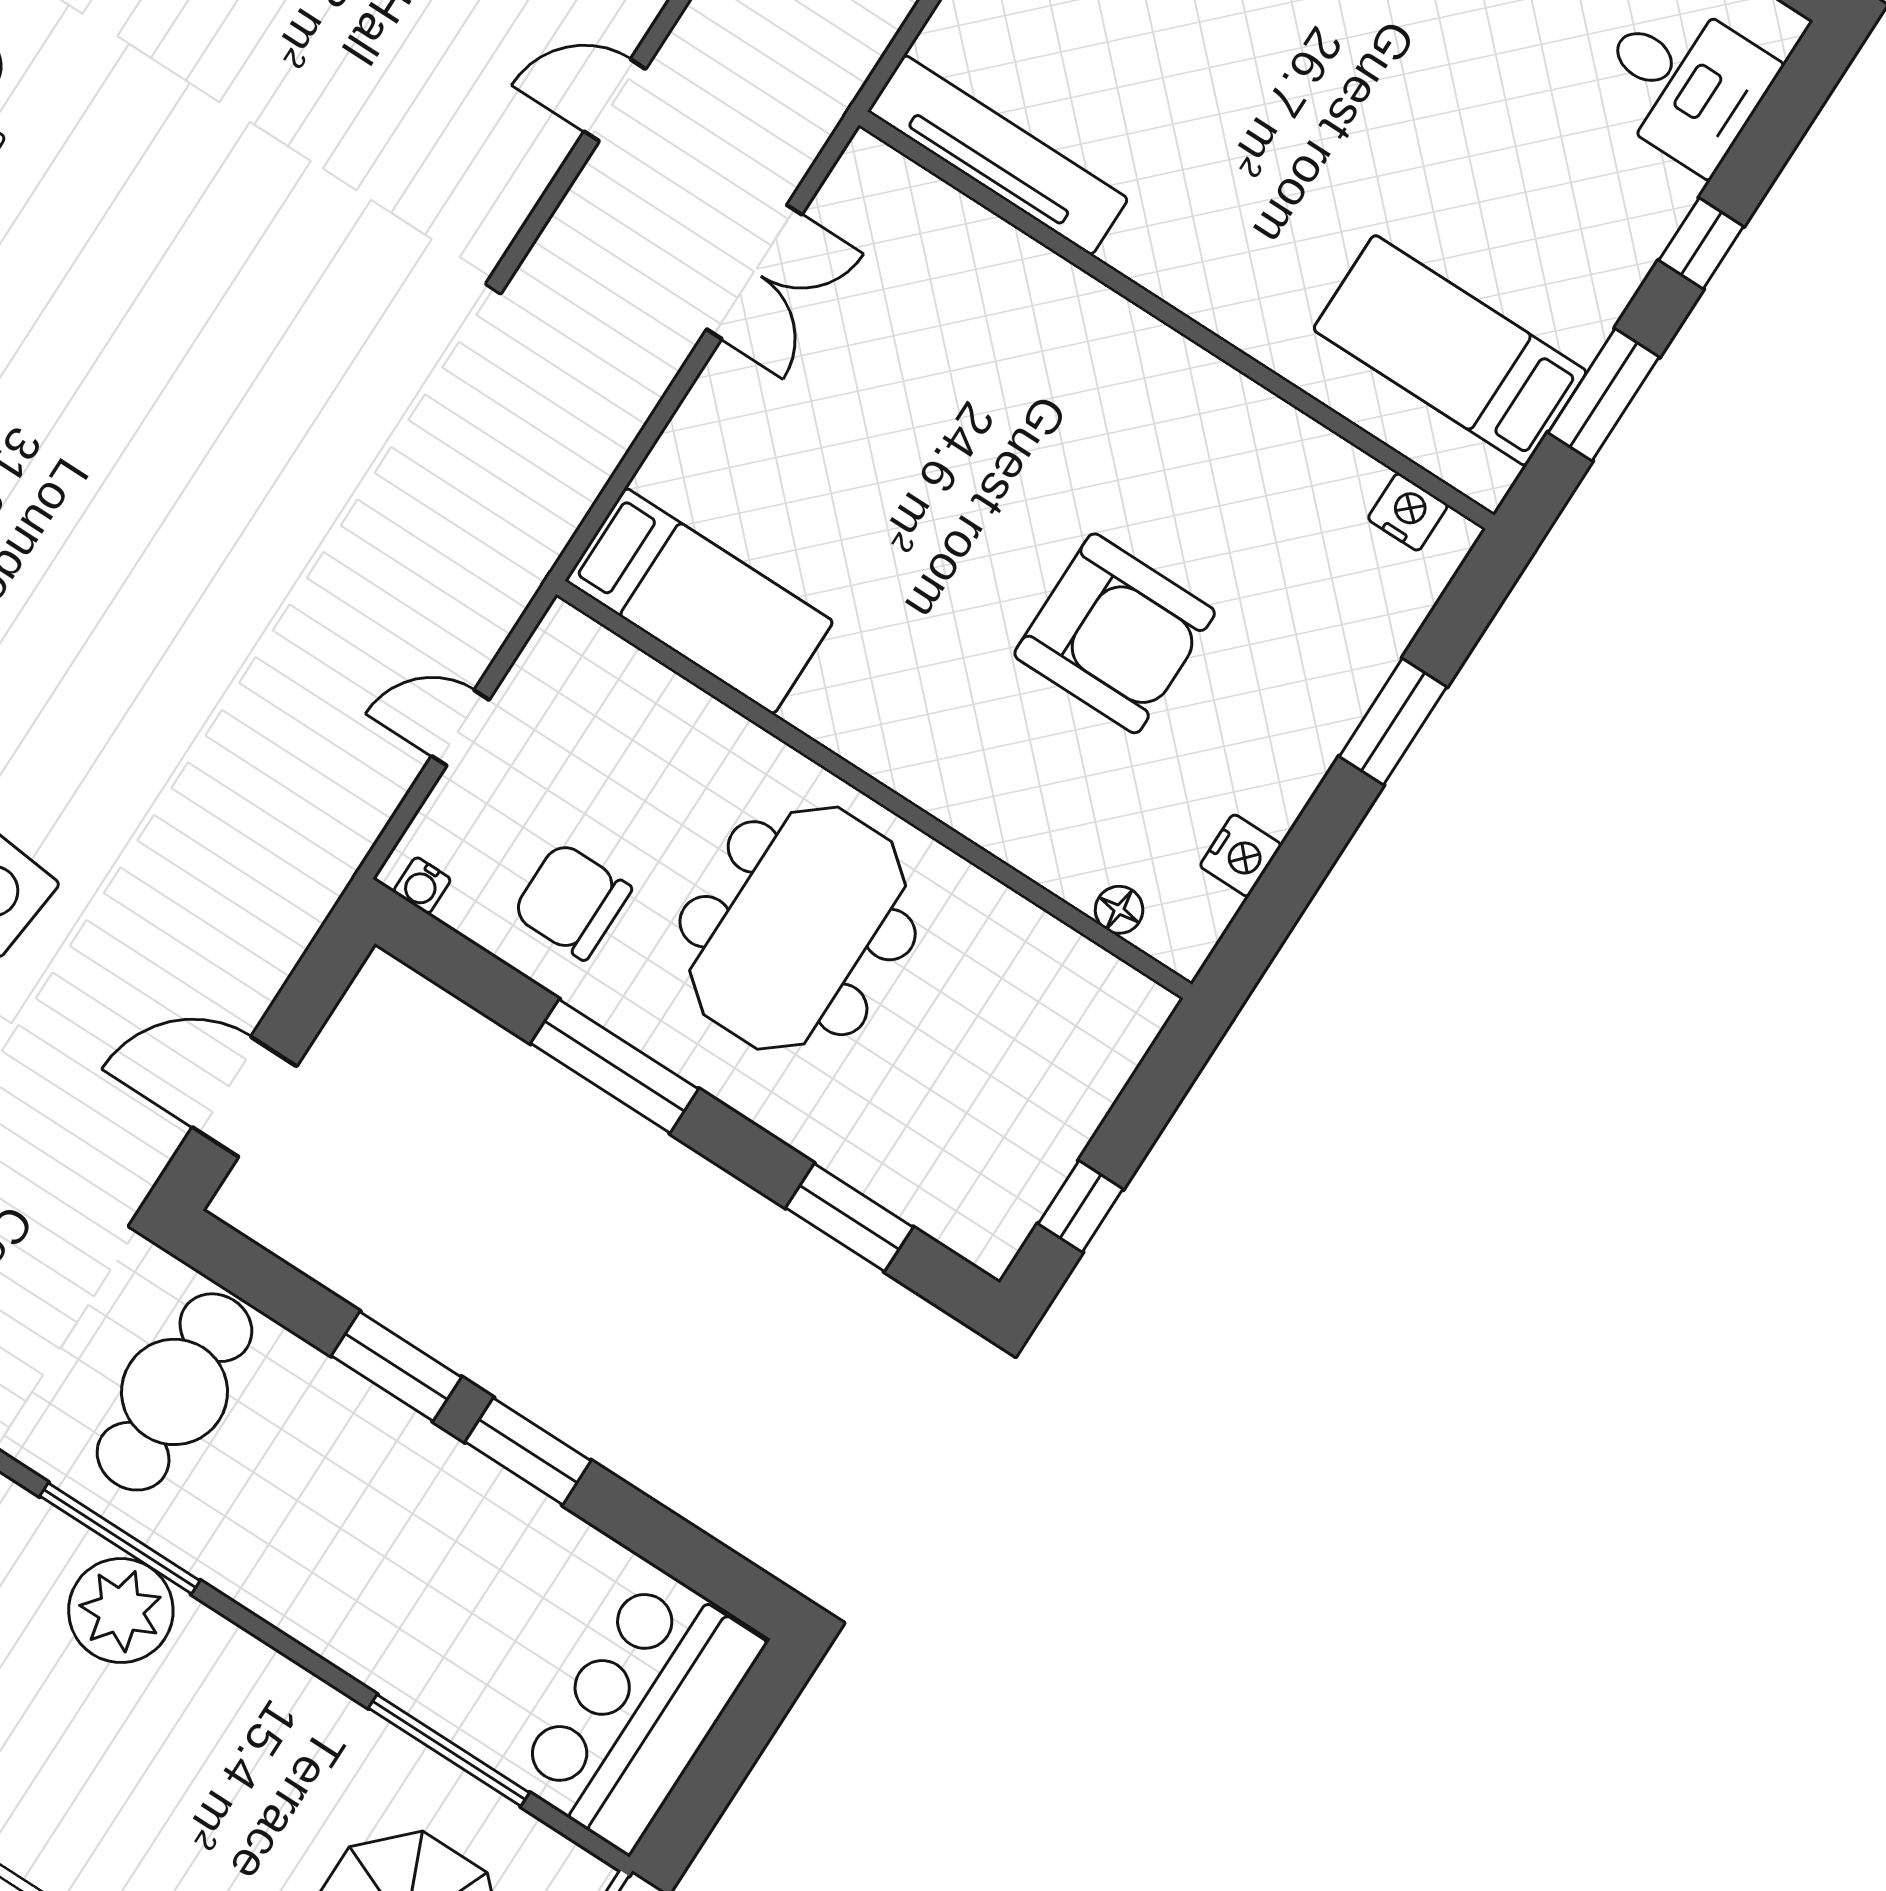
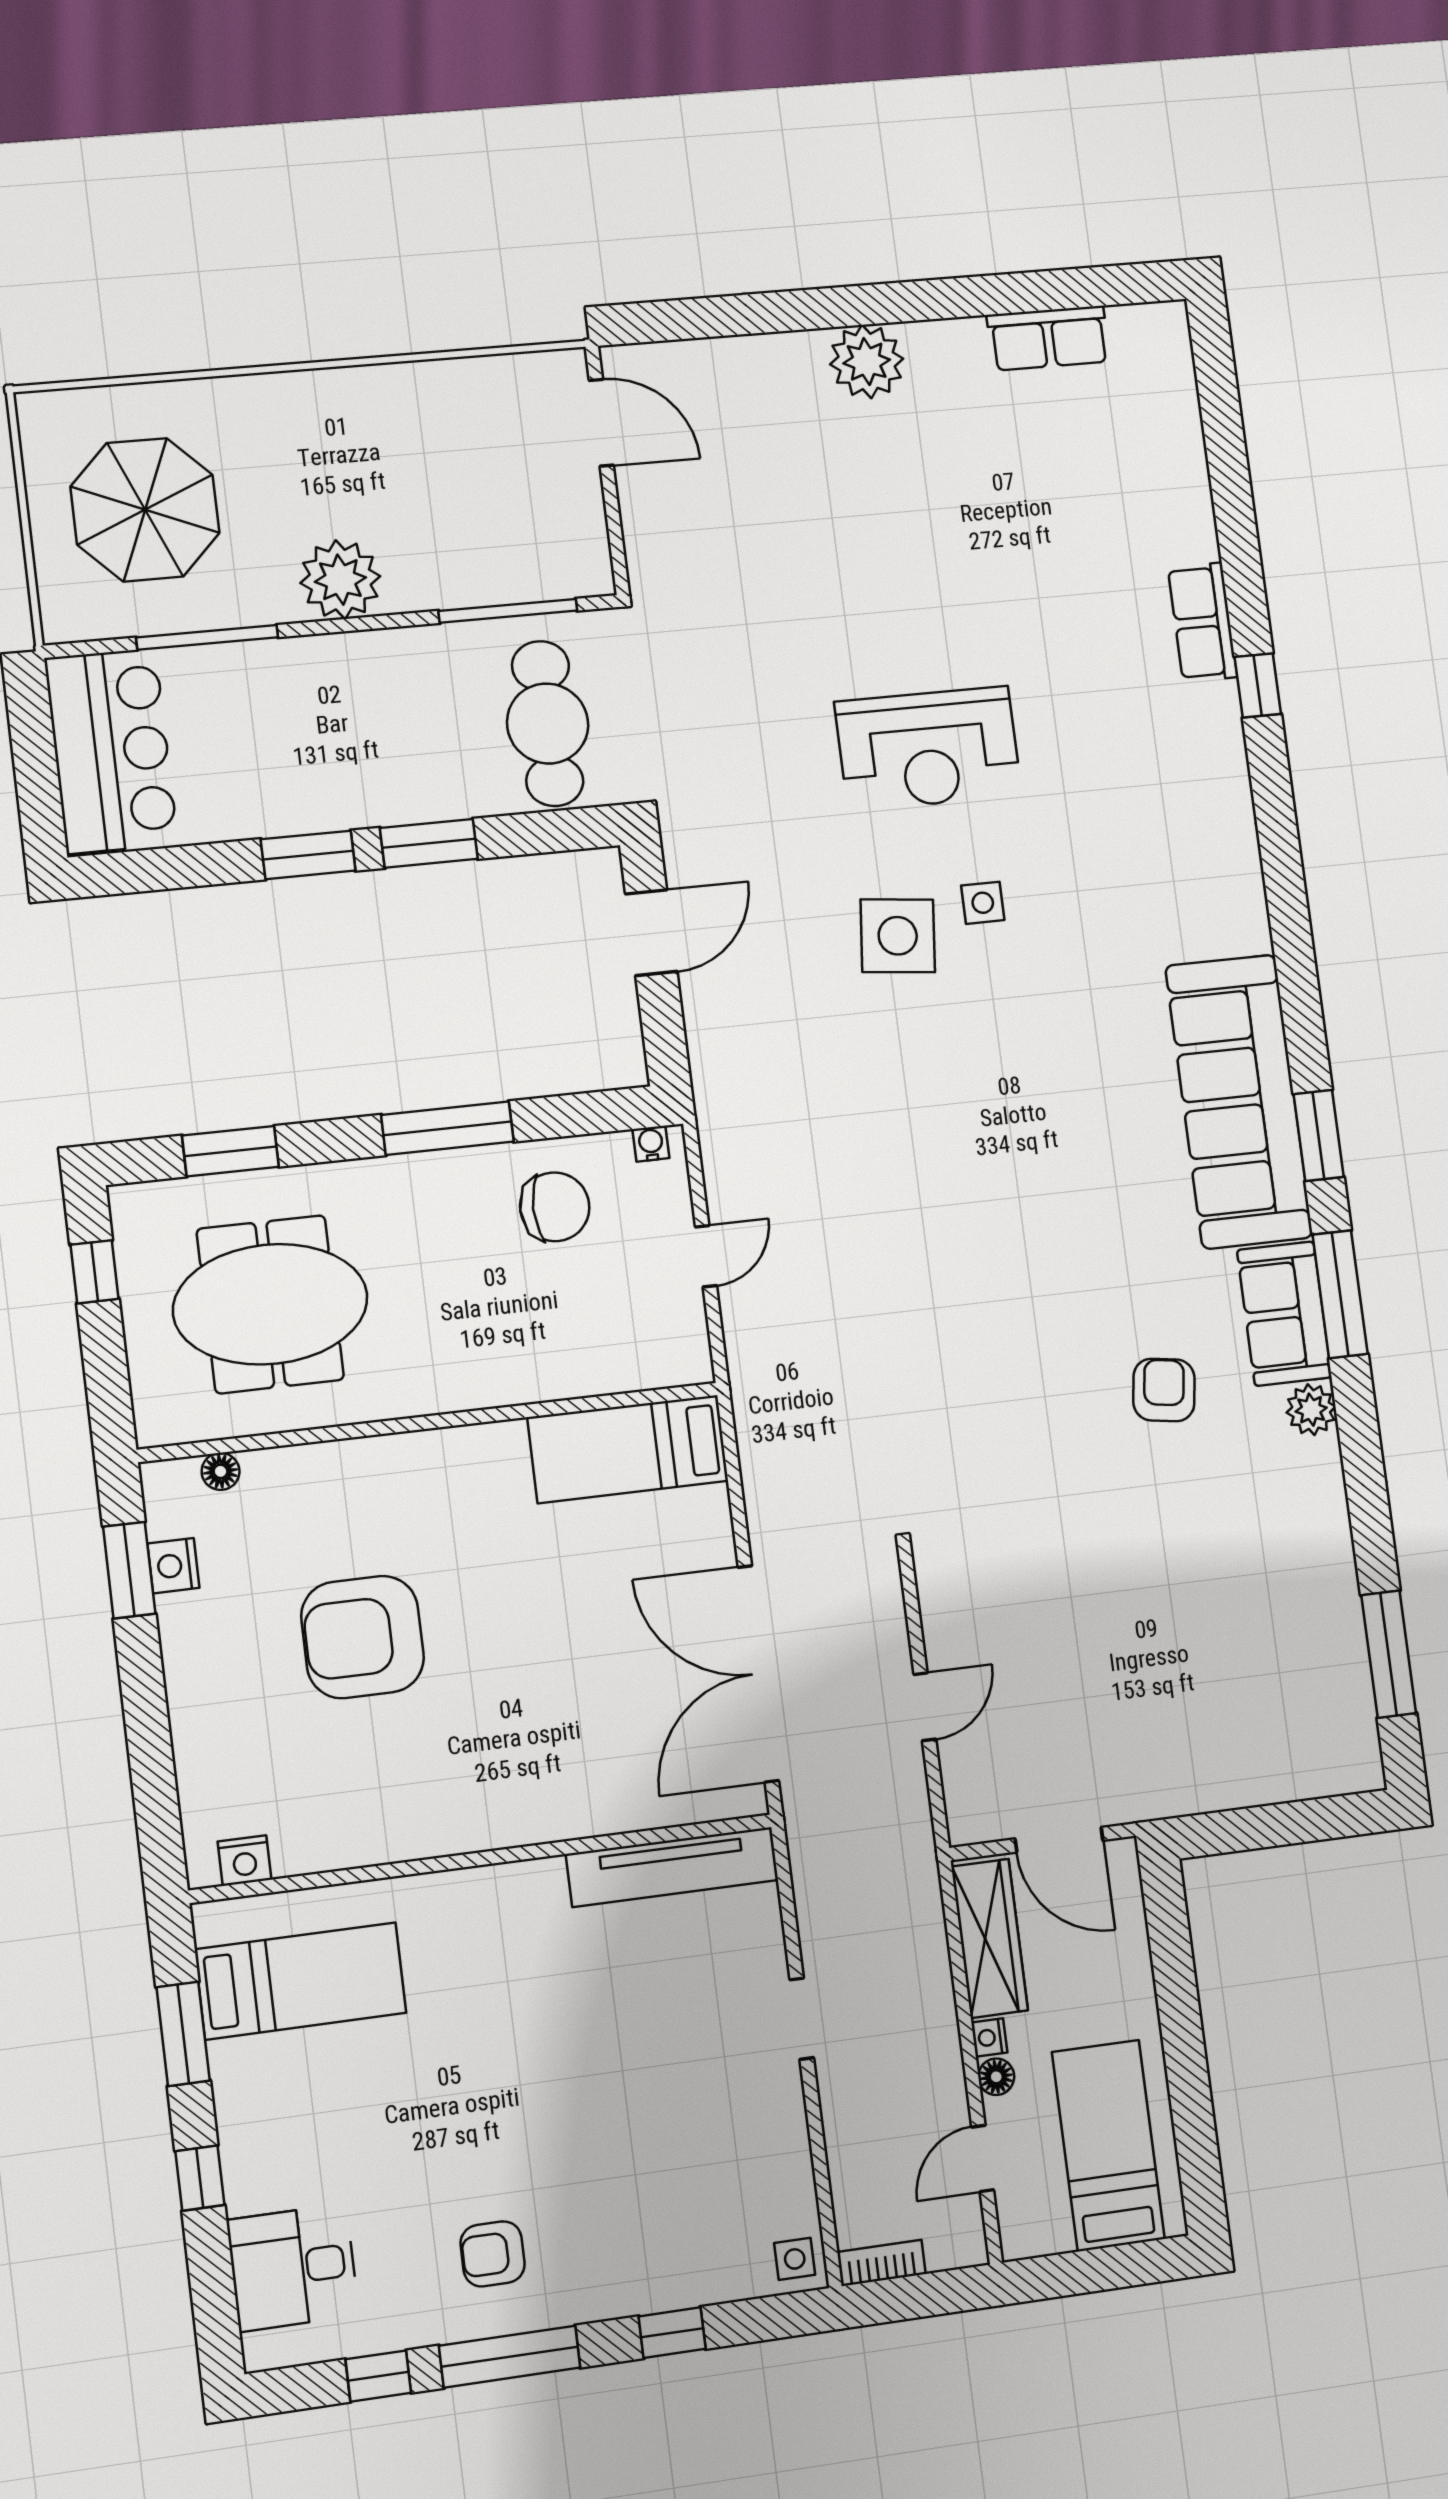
armchair: (104, 211) -> (1164, 1390), added
double door: (754, 272) -> (758, 1674), width x1.87
window: (1393, 722) -> (129, 1570), moved
meeting table: (798, 928) -> (270, 1304), moved, turned 90
plant: (121, 1611) -> (340, 580), moved

